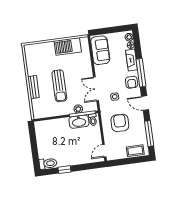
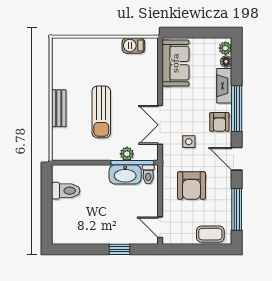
barbecue: (68, 46) -> (133, 46), width x0.53, depth x0.65
armchair: (120, 123) -> (191, 186), turned 180
door: (104, 151) -> (160, 227), hinge flipped
toilet: (48, 164) -> (66, 191), moved
window: (64, 170) -> (120, 249), moved

